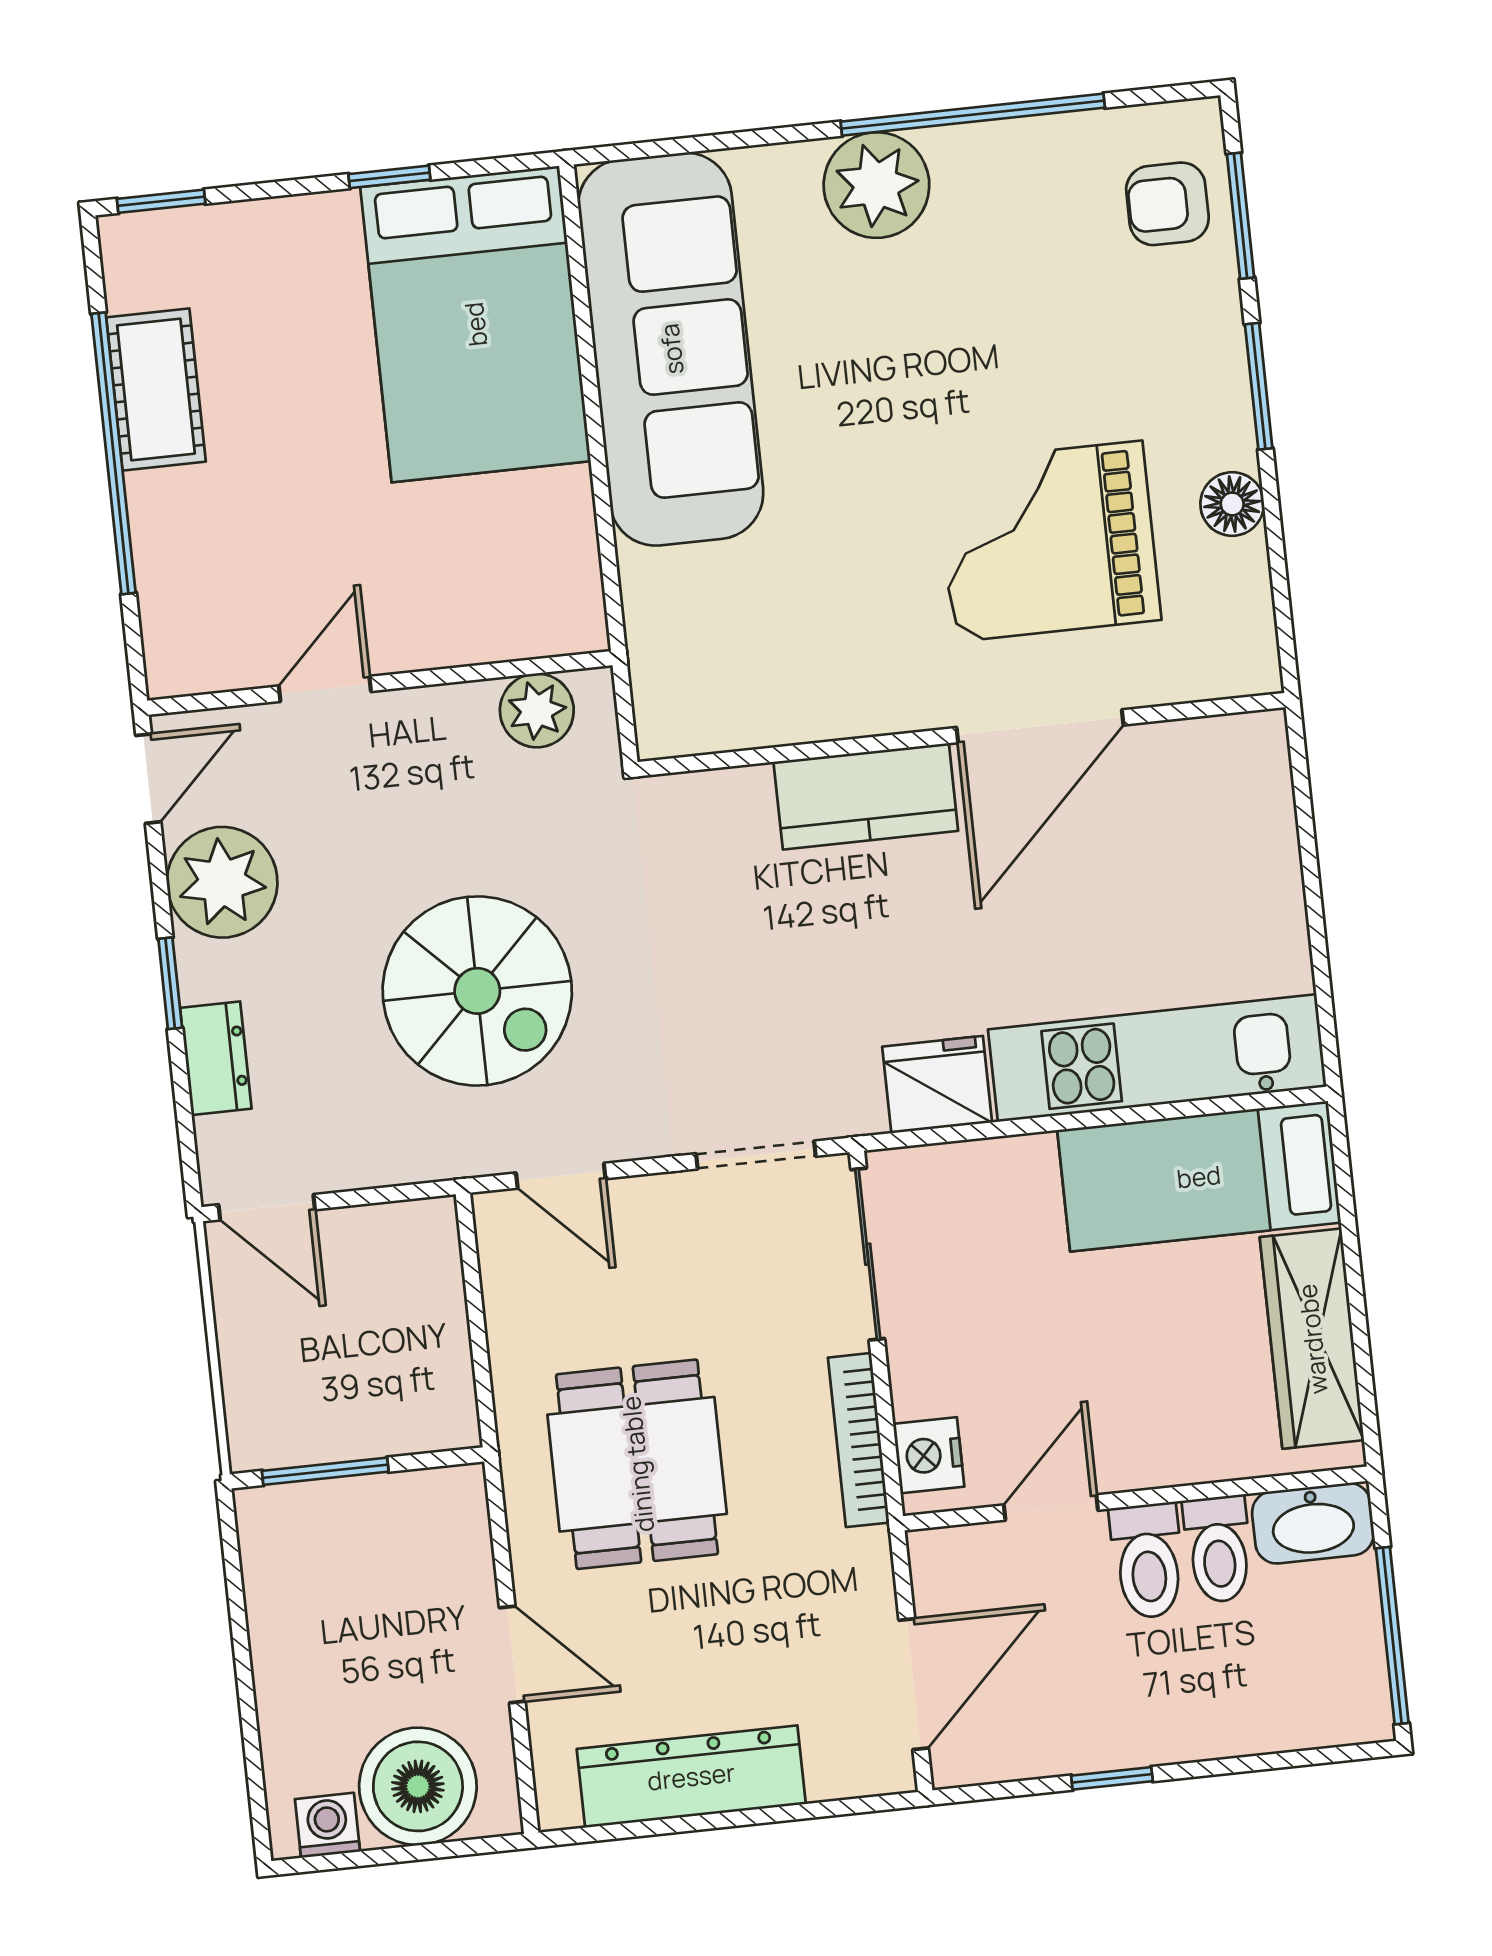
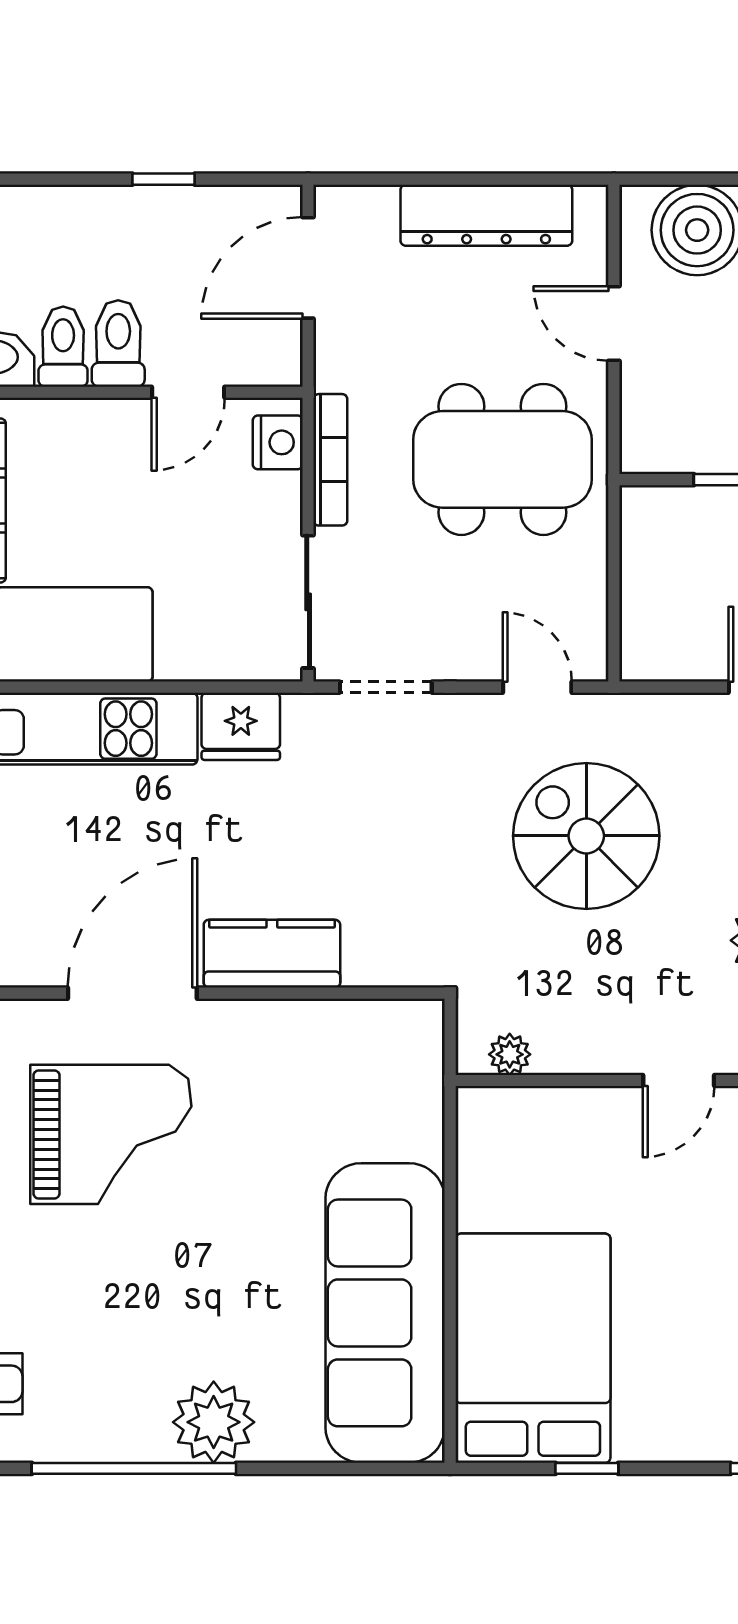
plant: (537, 710) -> (510, 1054), width x0.73, depth x0.73
dining table: (637, 1464) -> (502, 459), width x1.38

